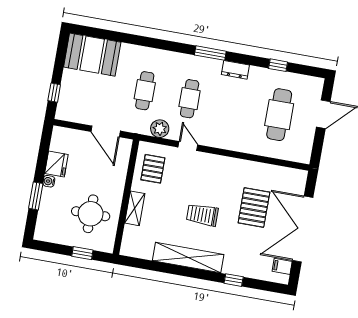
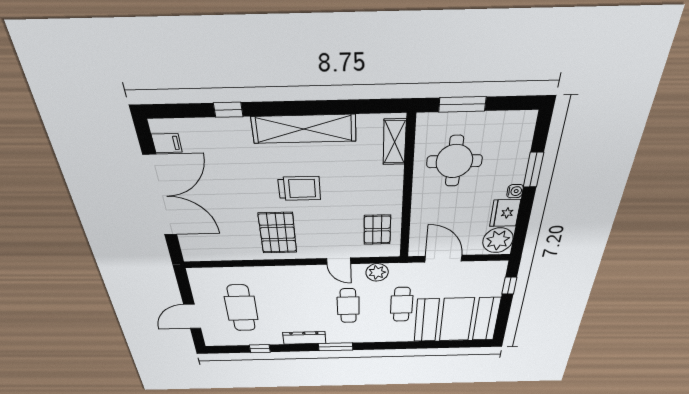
booth: (92, 55) -> (457, 320), width x1.36, depth x1.42
dresser: (235, 70) -> (304, 338), width x1.44
plant: (62, 140) -> (498, 240), added
pallet: (254, 207) -> (278, 233), moved
shelving: (135, 208) -> (395, 142), moved
window: (82, 253) -> (462, 104), width x1.50

